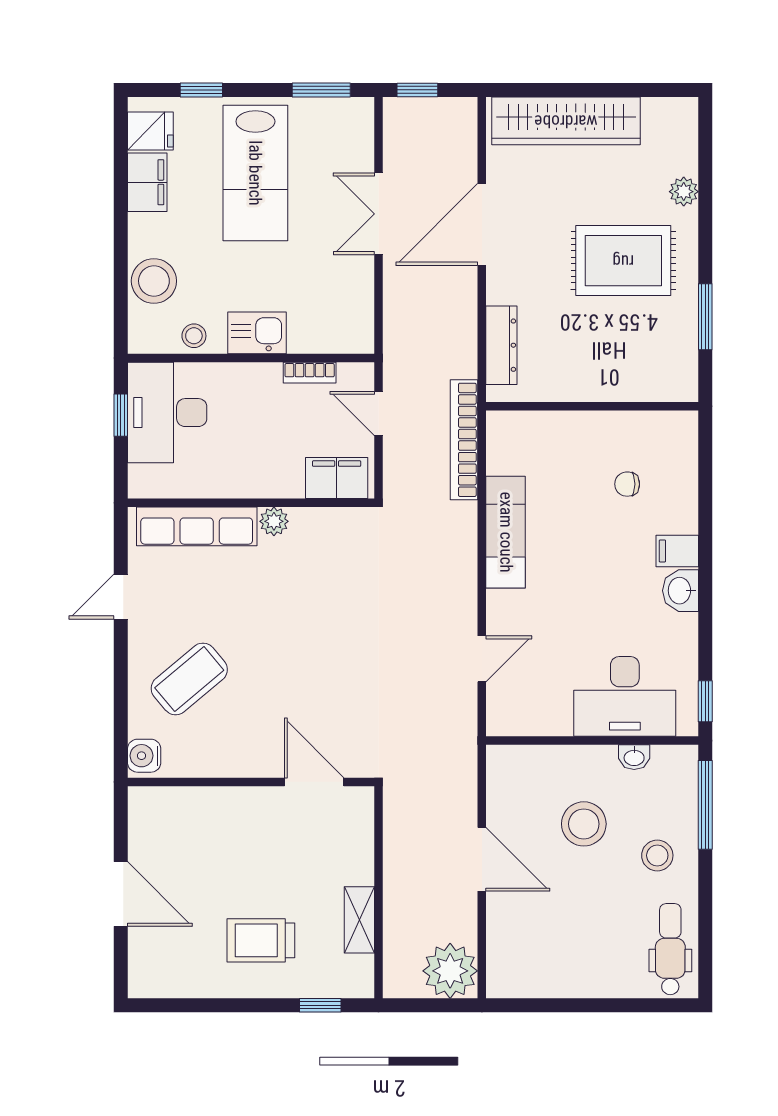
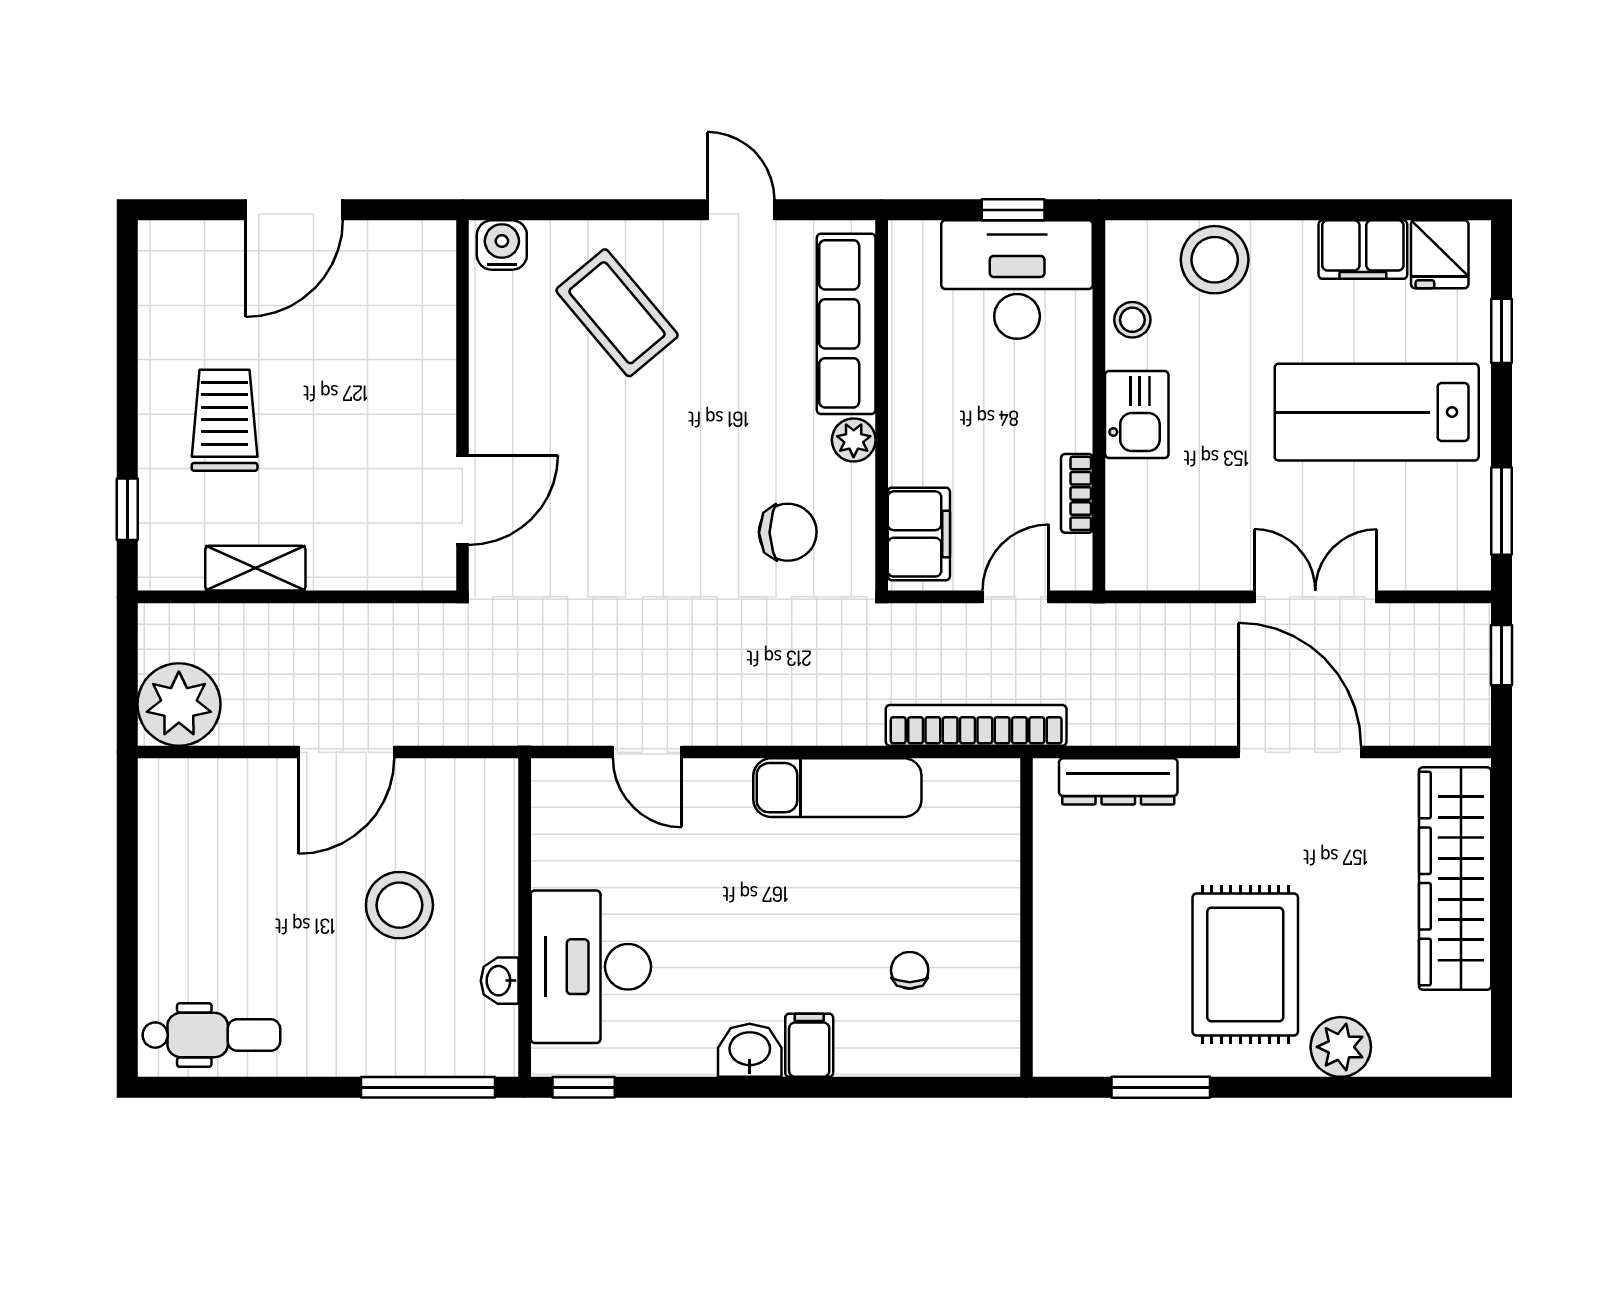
plant: (684, 192) -> (1341, 1047), width x1.38, depth x1.38
chair: (335, 565) -> (788, 532), added
stool: (657, 855) -> (352, 1015), removed

